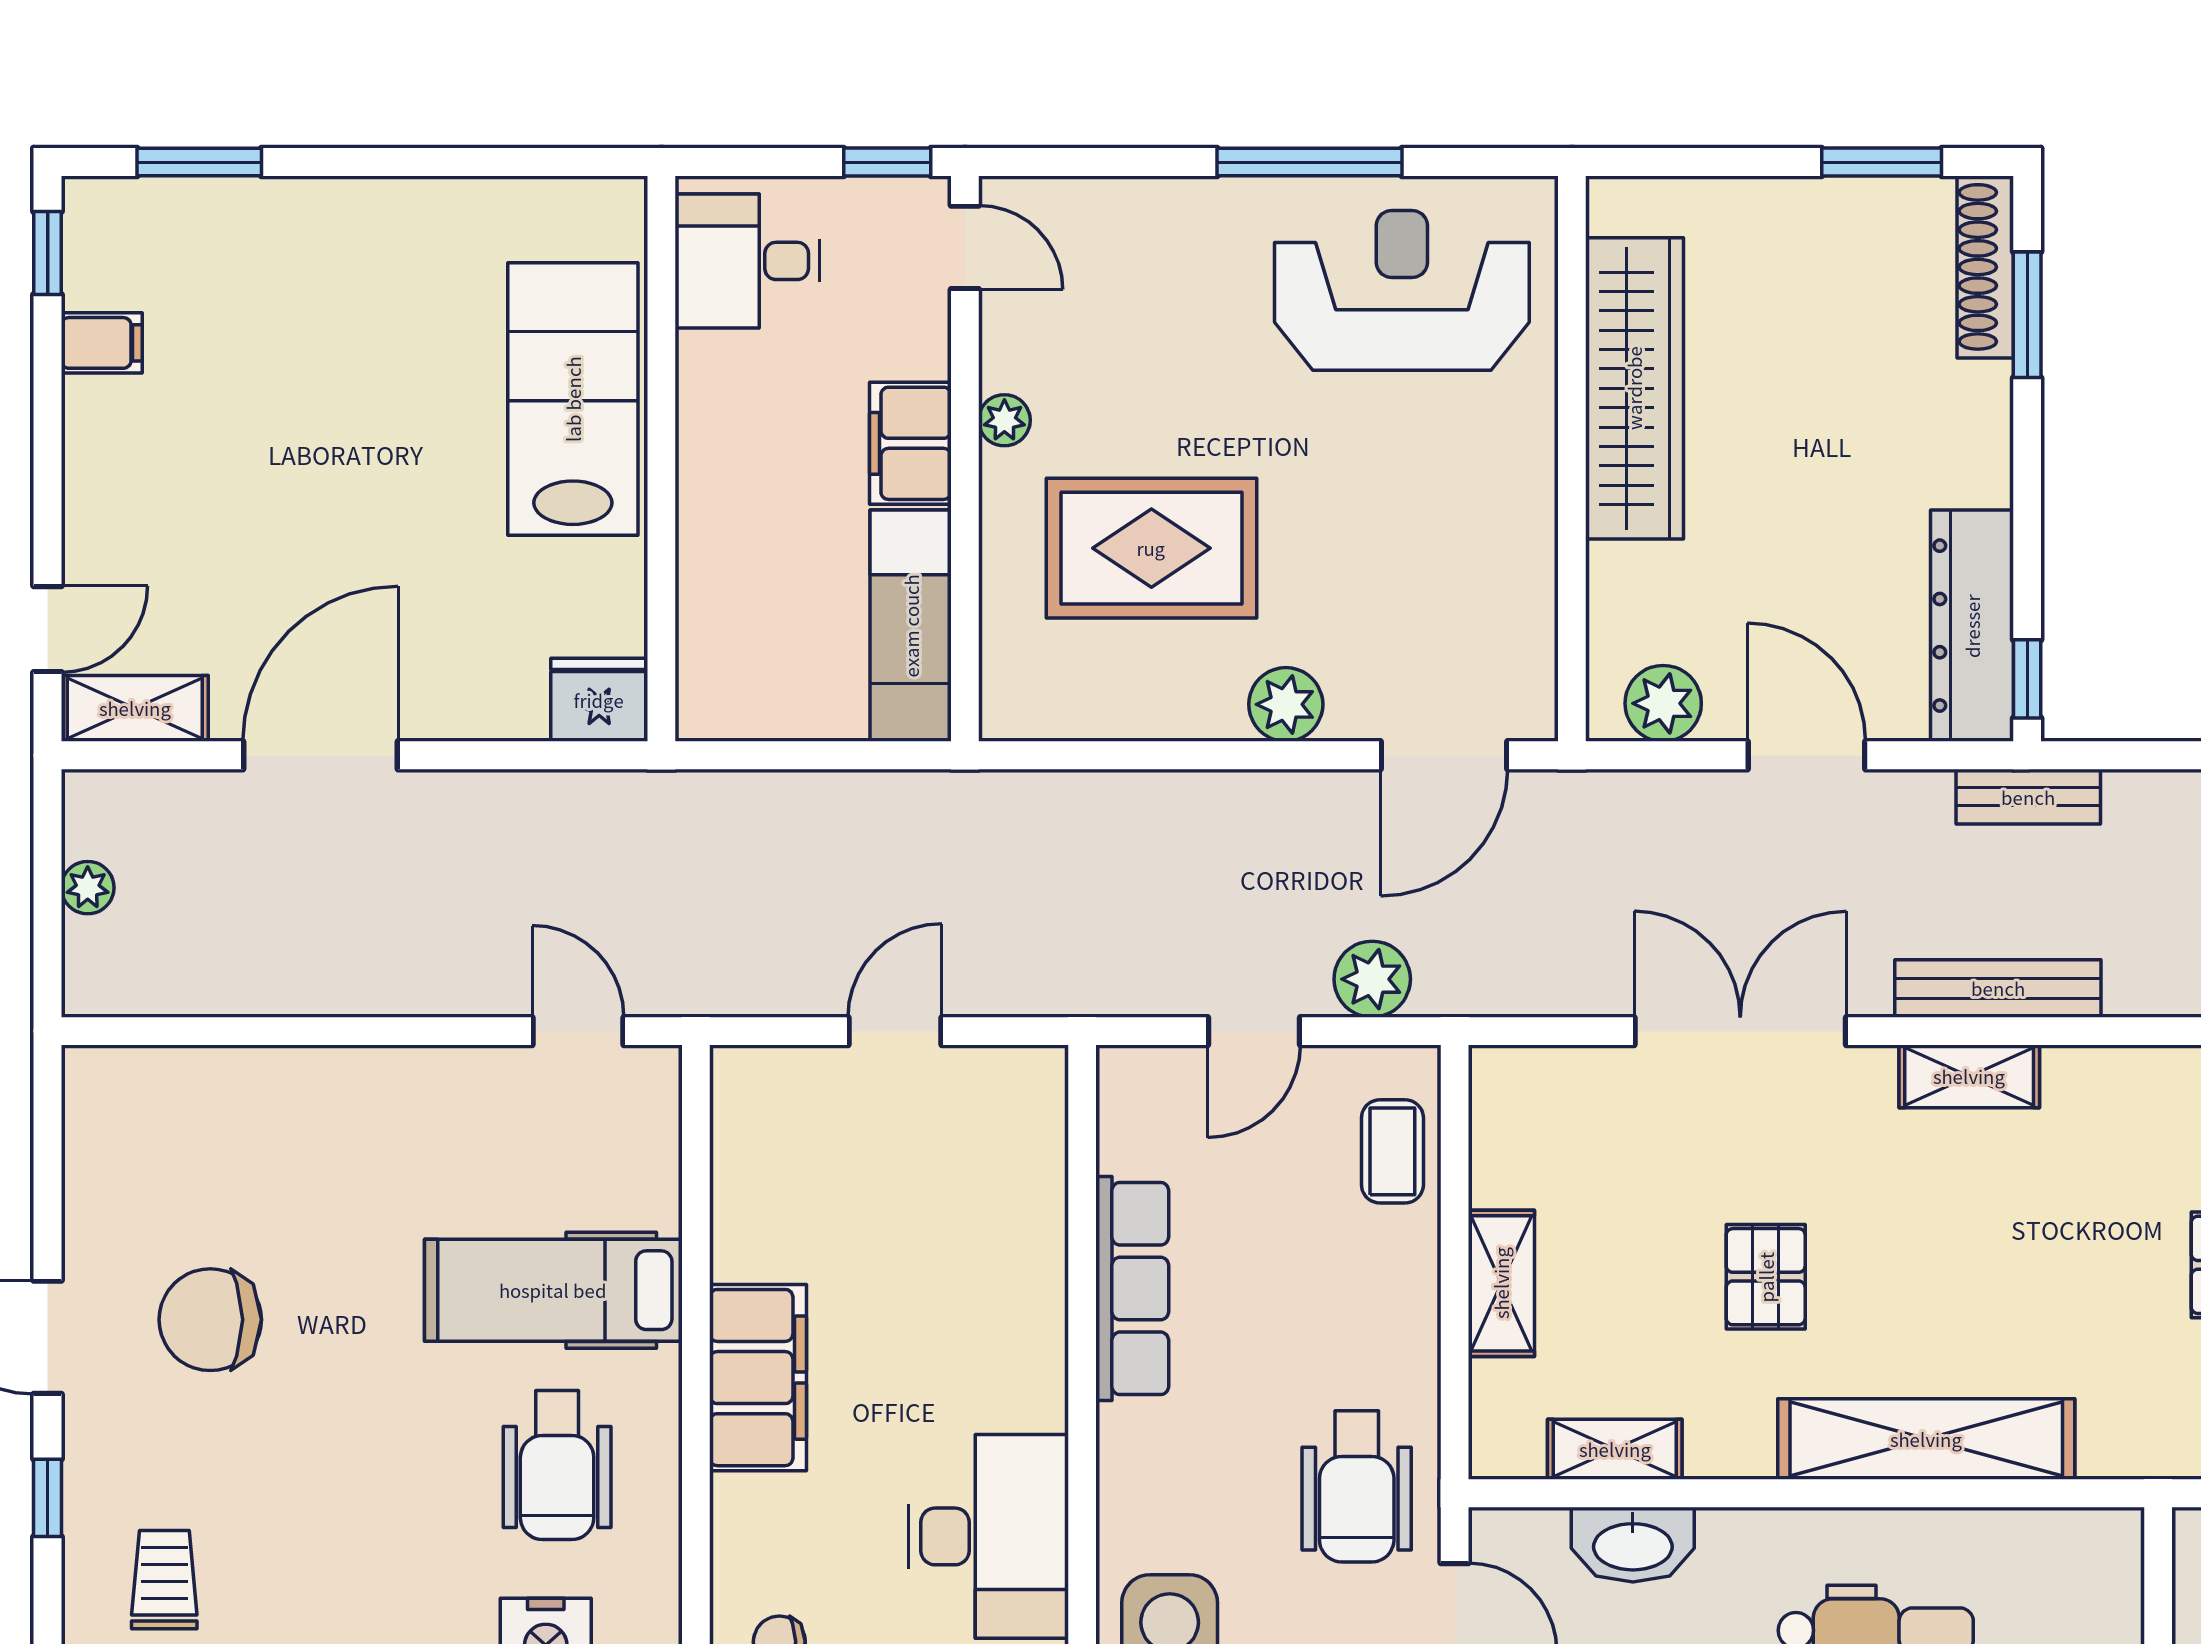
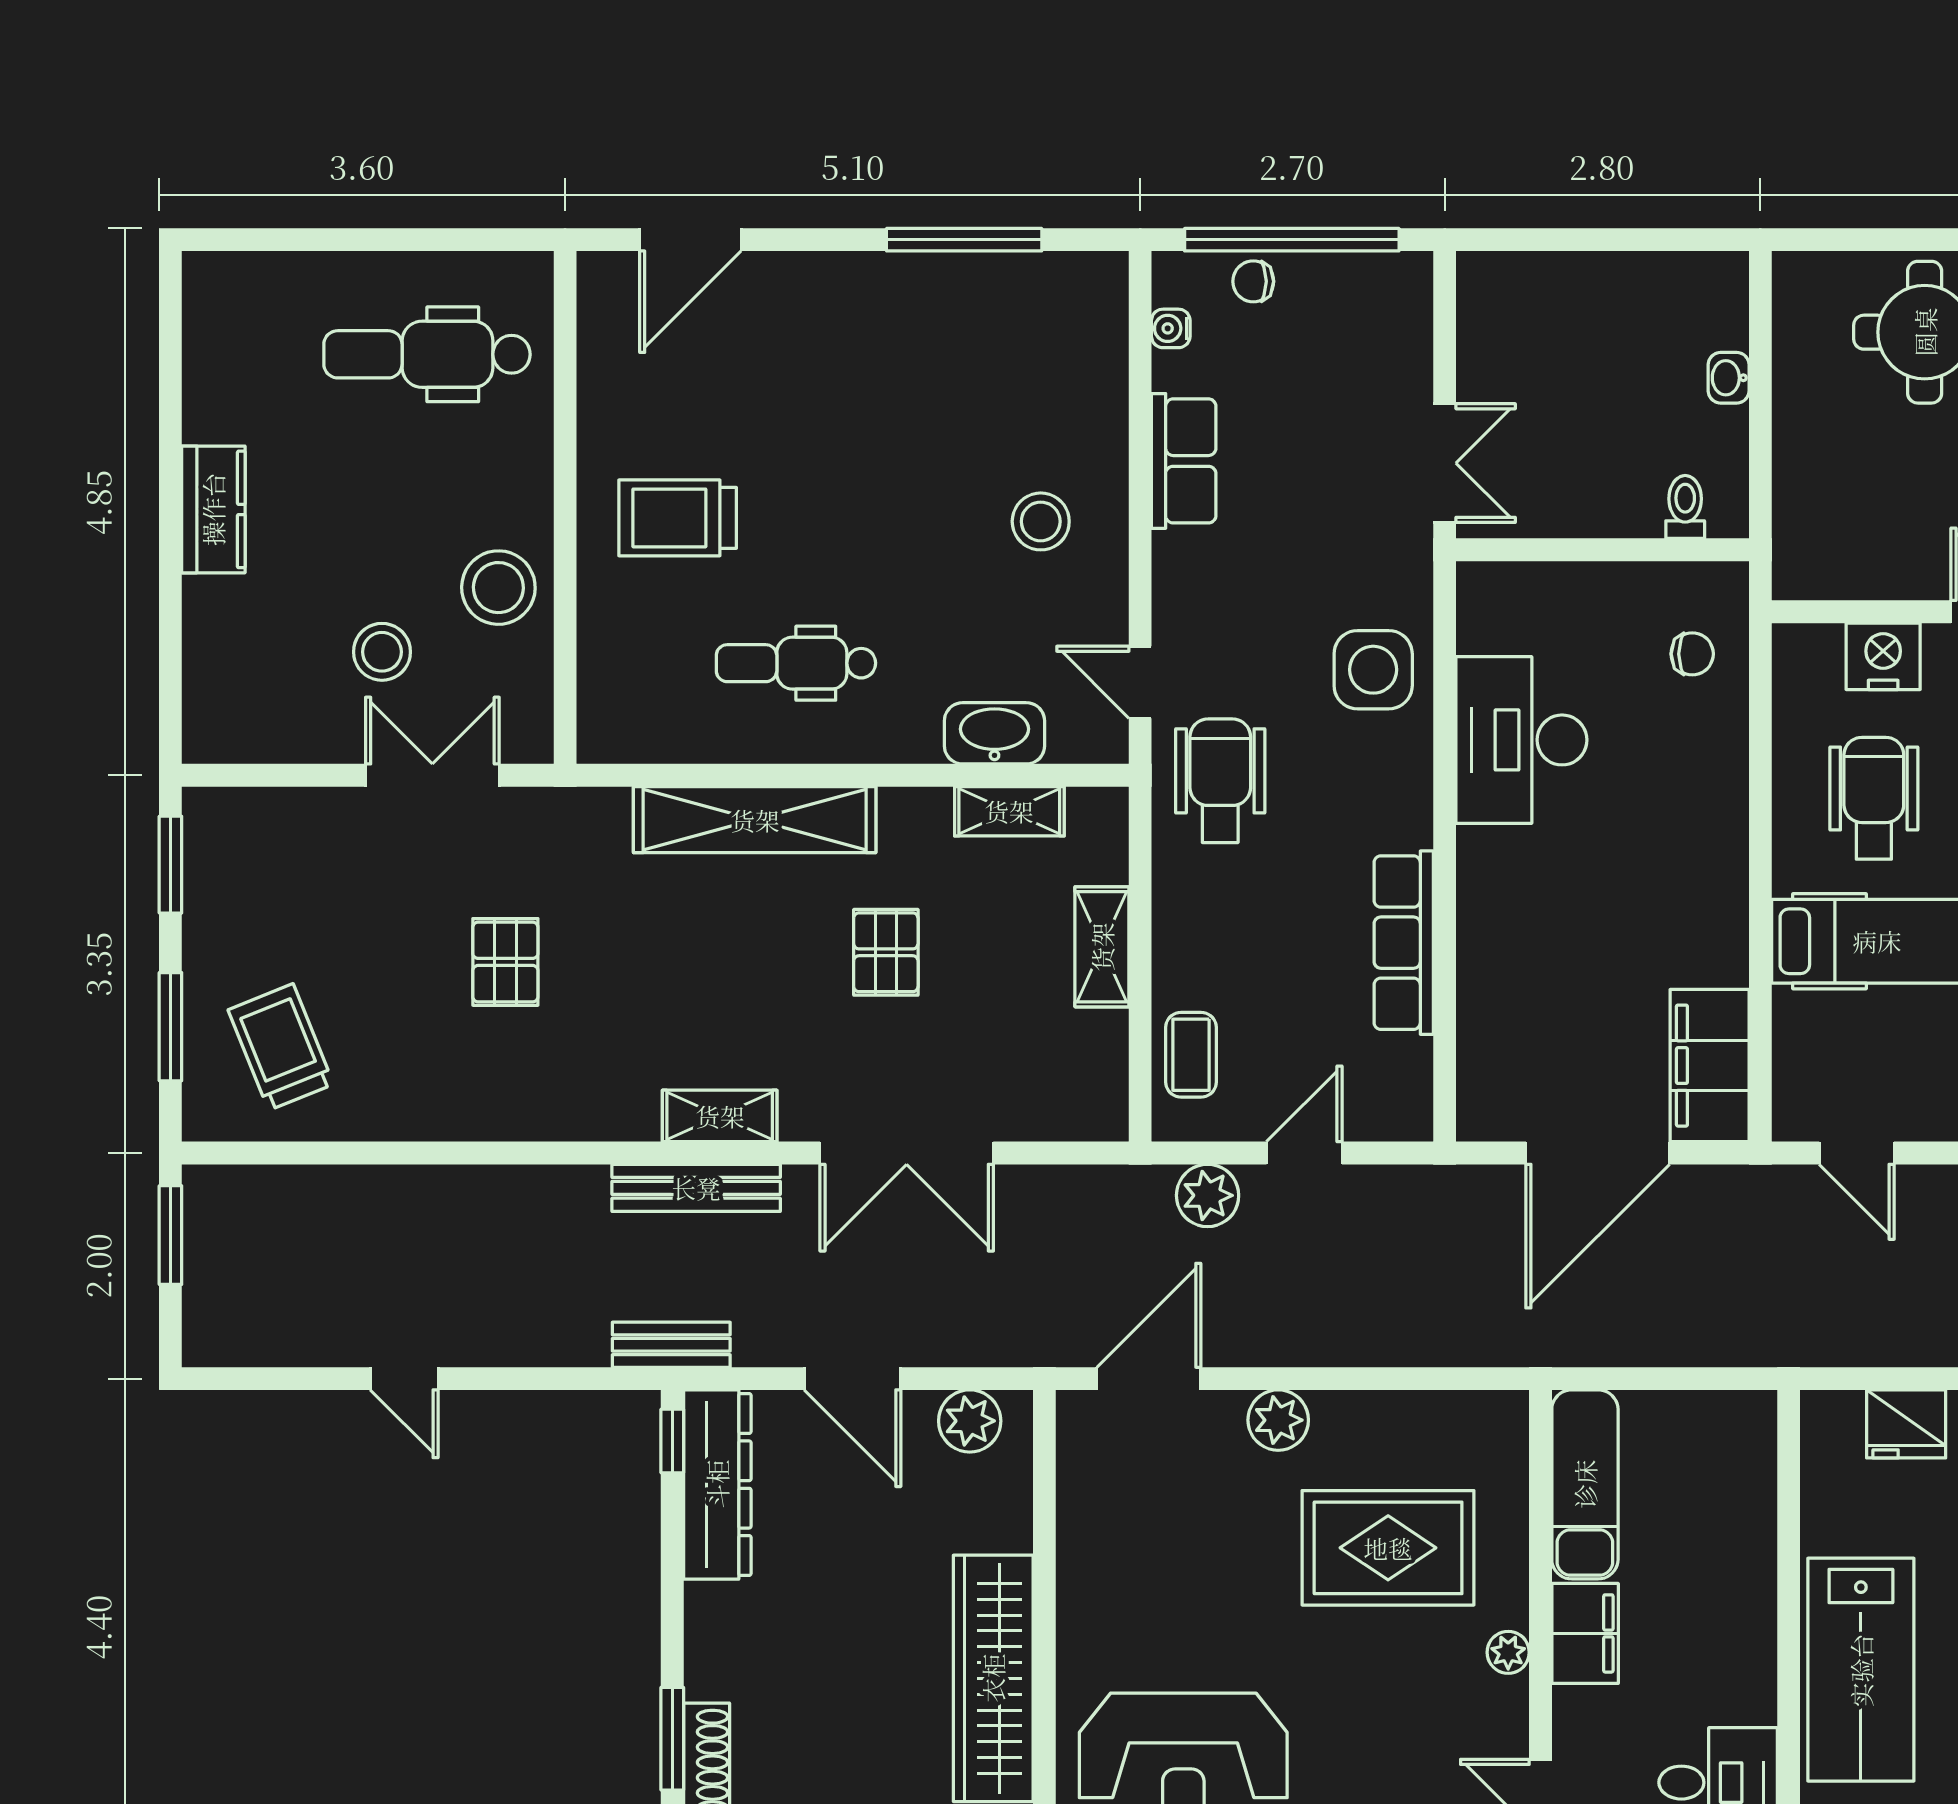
fridge: (599, 700) -> (1906, 1424), moved
door: (895, 1031) -> (1598, 1153), width x1.87
filing cabinet: (758, 1378) -> (1710, 1066), moved

